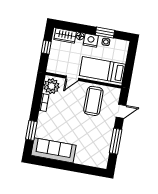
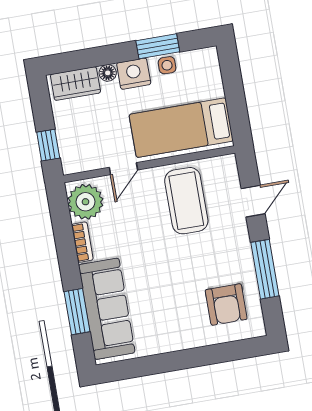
window: (46, 47) -> (48, 145), moved
sofa: (54, 150) -> (107, 309), moved, turned 90
armchair: (94, 150) -> (226, 305), added

